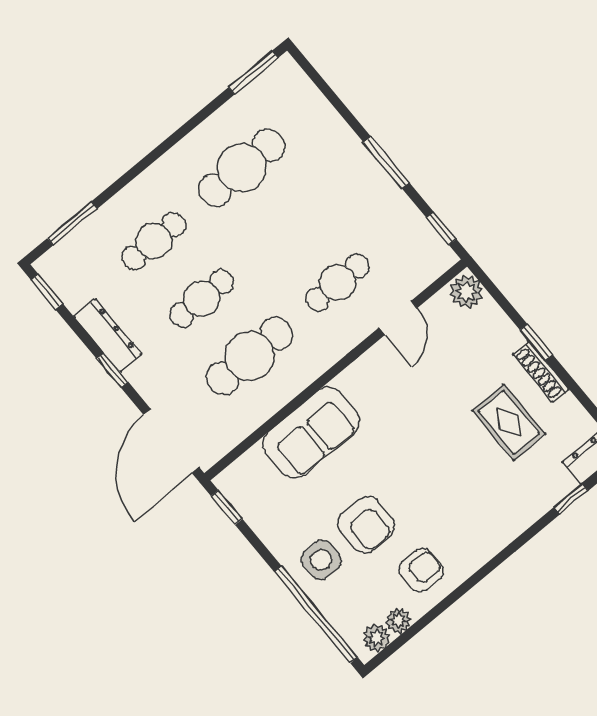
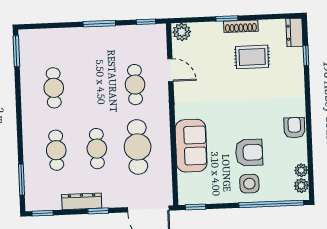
cafe table: (242, 168) -> (54, 88), width x0.73, depth x0.74
armchair: (421, 570) -> (294, 128), moved

